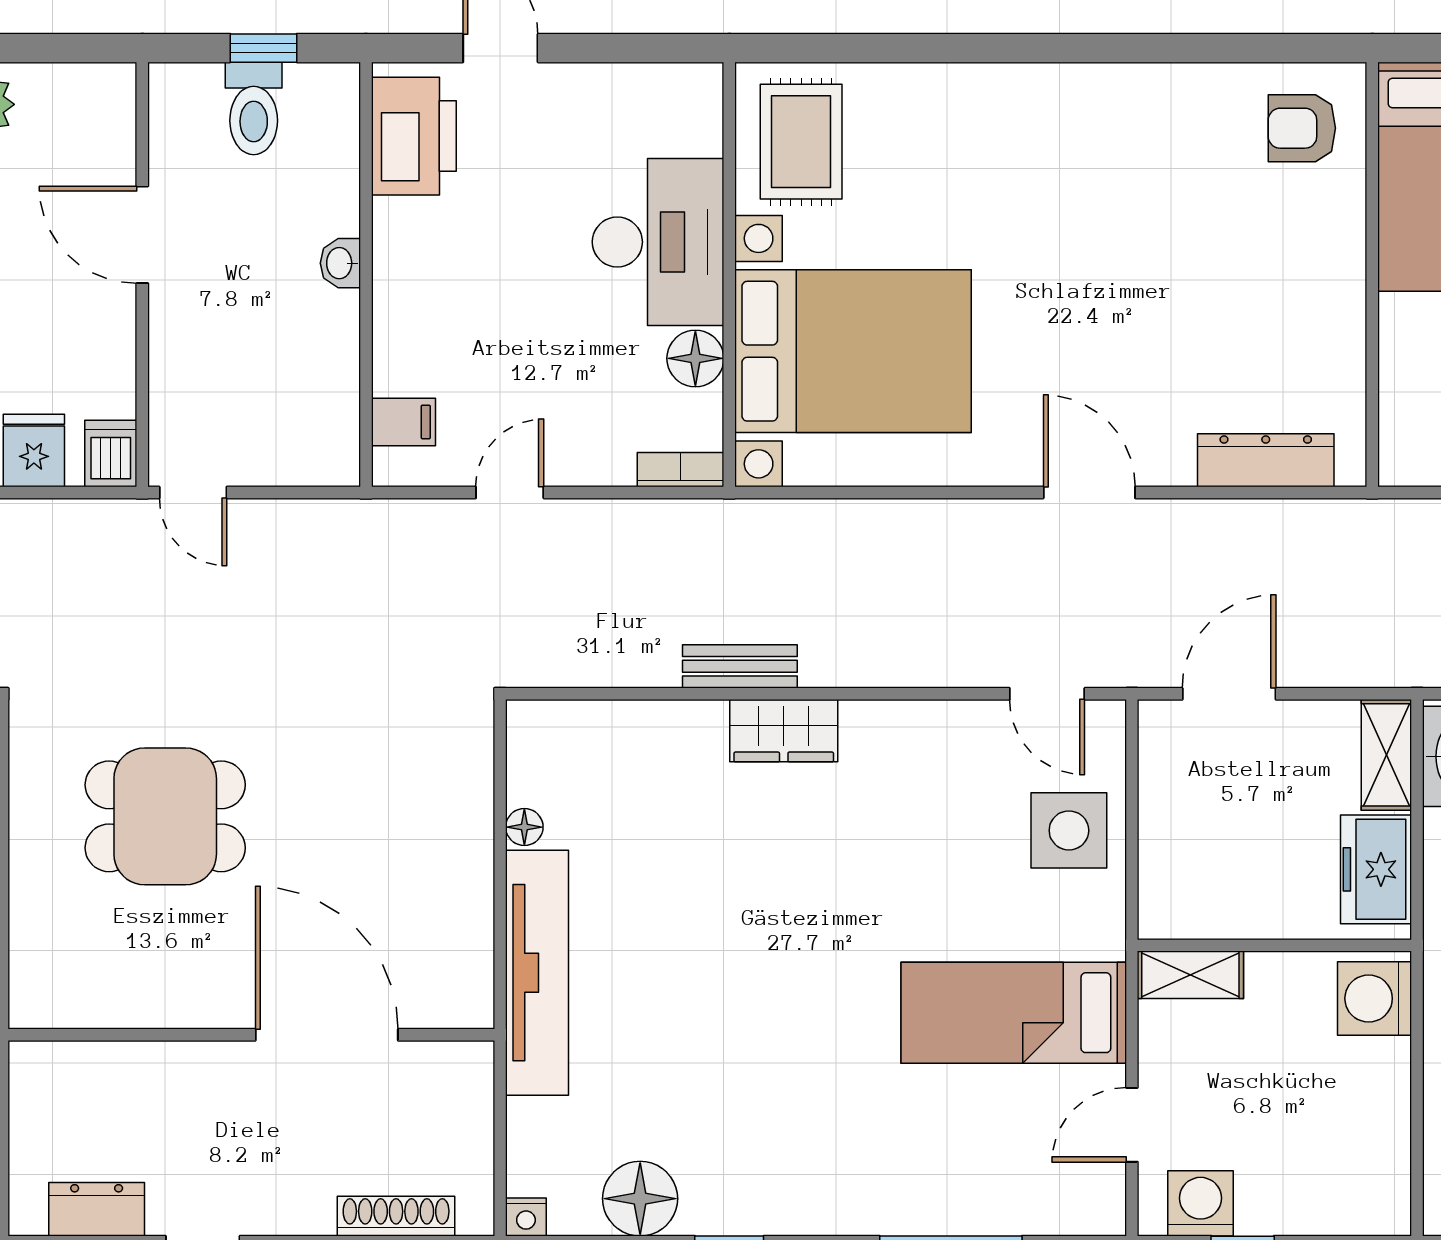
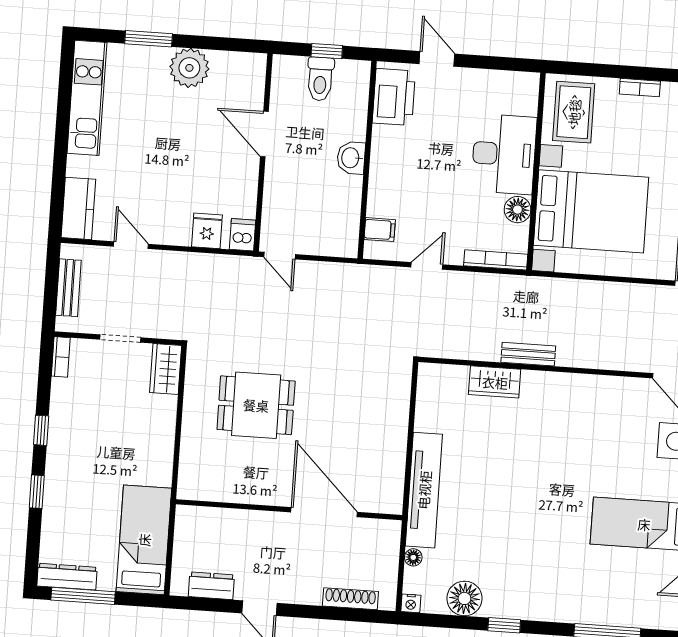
bookcase: (939, 79) -> (640, 88), added
washbasin: (340, 263) -> (351, 158), width x1.38, depth x1.45
bookcase: (681, 470) -> (496, 260), width x1.56
wardrobe: (784, 731) -> (495, 382), moved
floor lamp: (524, 827) -> (413, 557), moved

